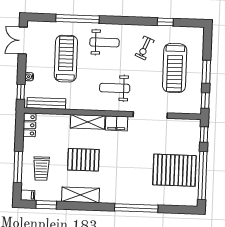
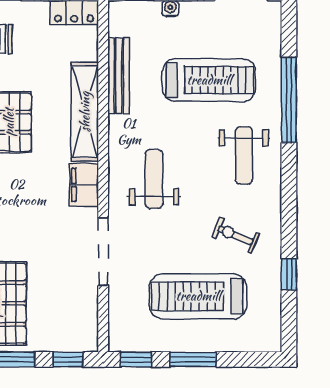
bench: (46, 103) -> (119, 76), moved
shelving: (88, 122) -> (85, 112), width x1.47

